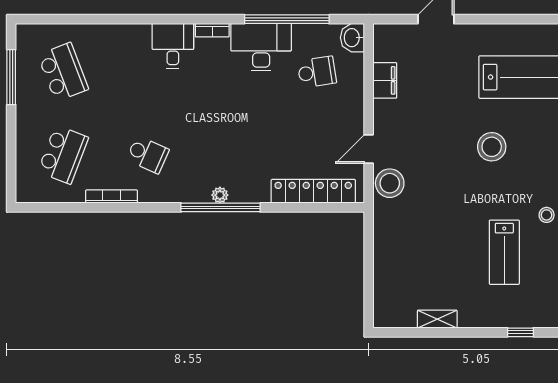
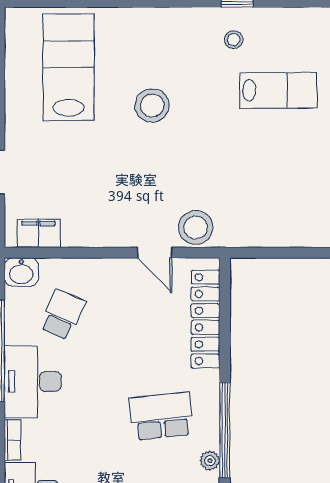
school desk: (317, 72) -> (63, 315), turned 33
filing cabinet: (385, 80) -> (38, 233), moved
school desk: (232, 155) -> (161, 416), added
plant: (220, 195) -> (210, 461), moved

